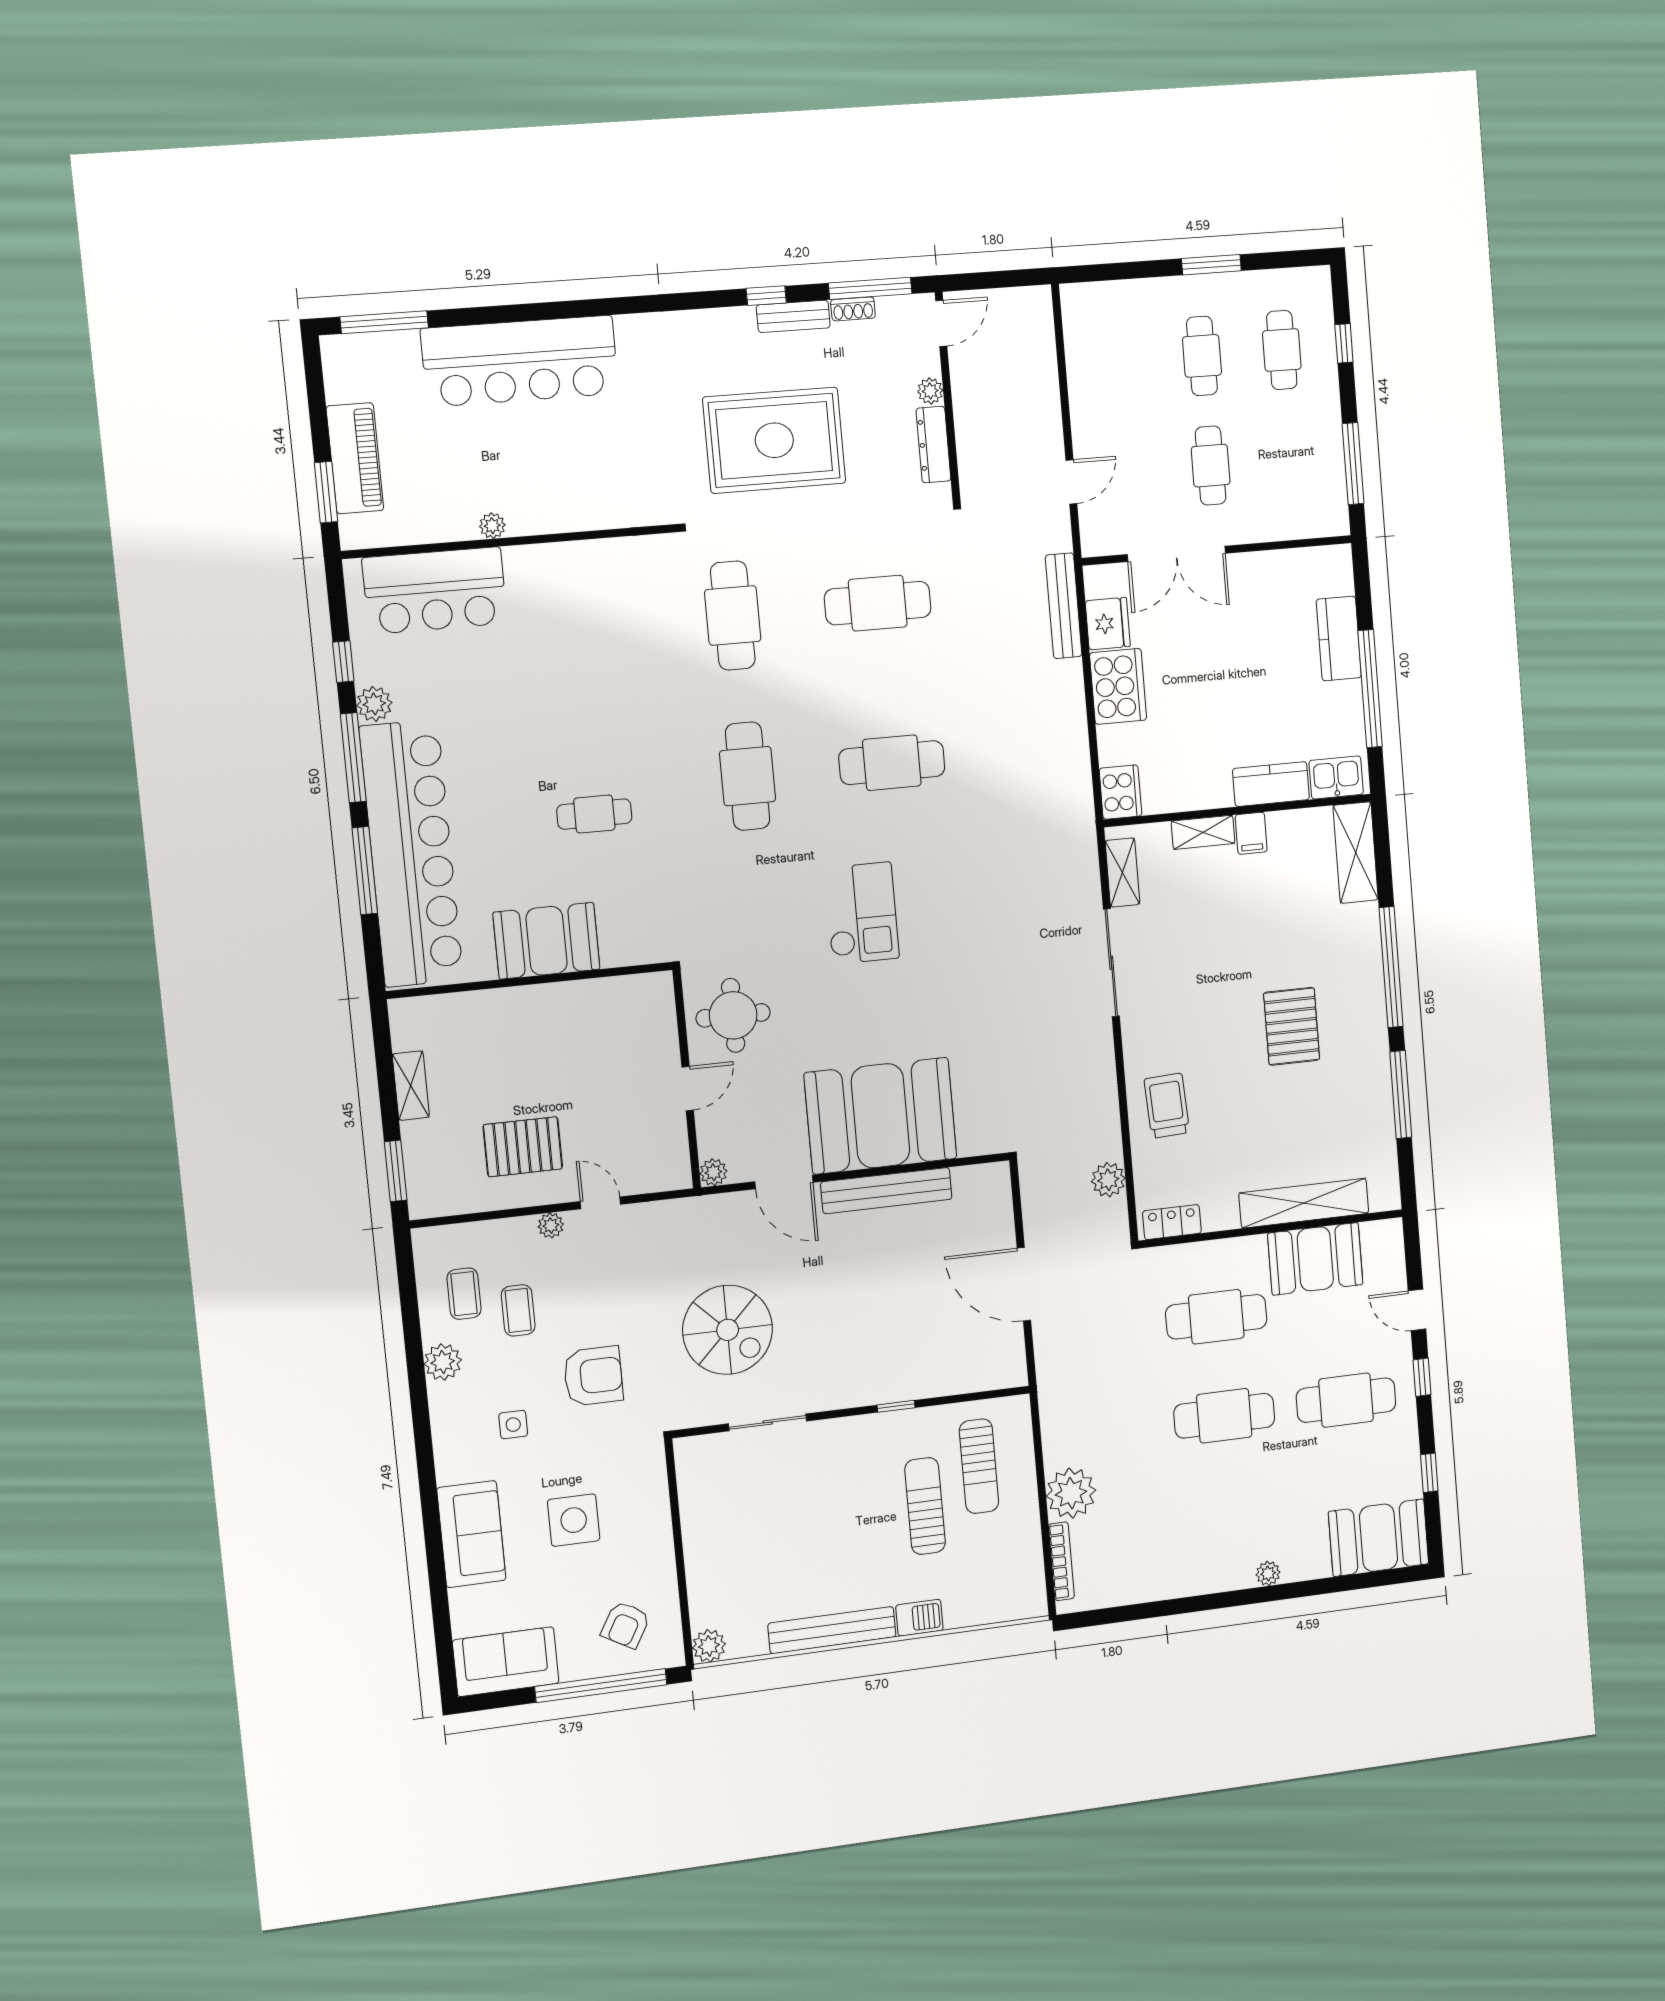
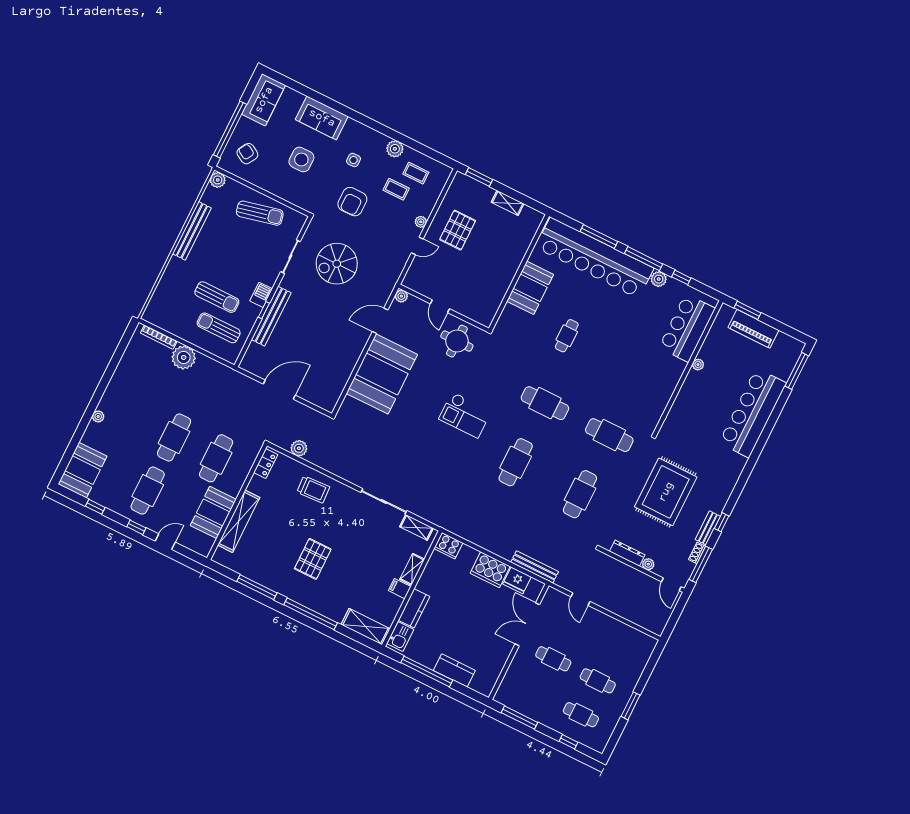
pallet: (1292, 1026) -> (313, 559), turned 90
bench: (886, 1191) -> (271, 316), moved
sun lounger: (722, 1530) -> (260, 213), added
barbecue: (919, 1618) -> (261, 295), moved, turned 180

